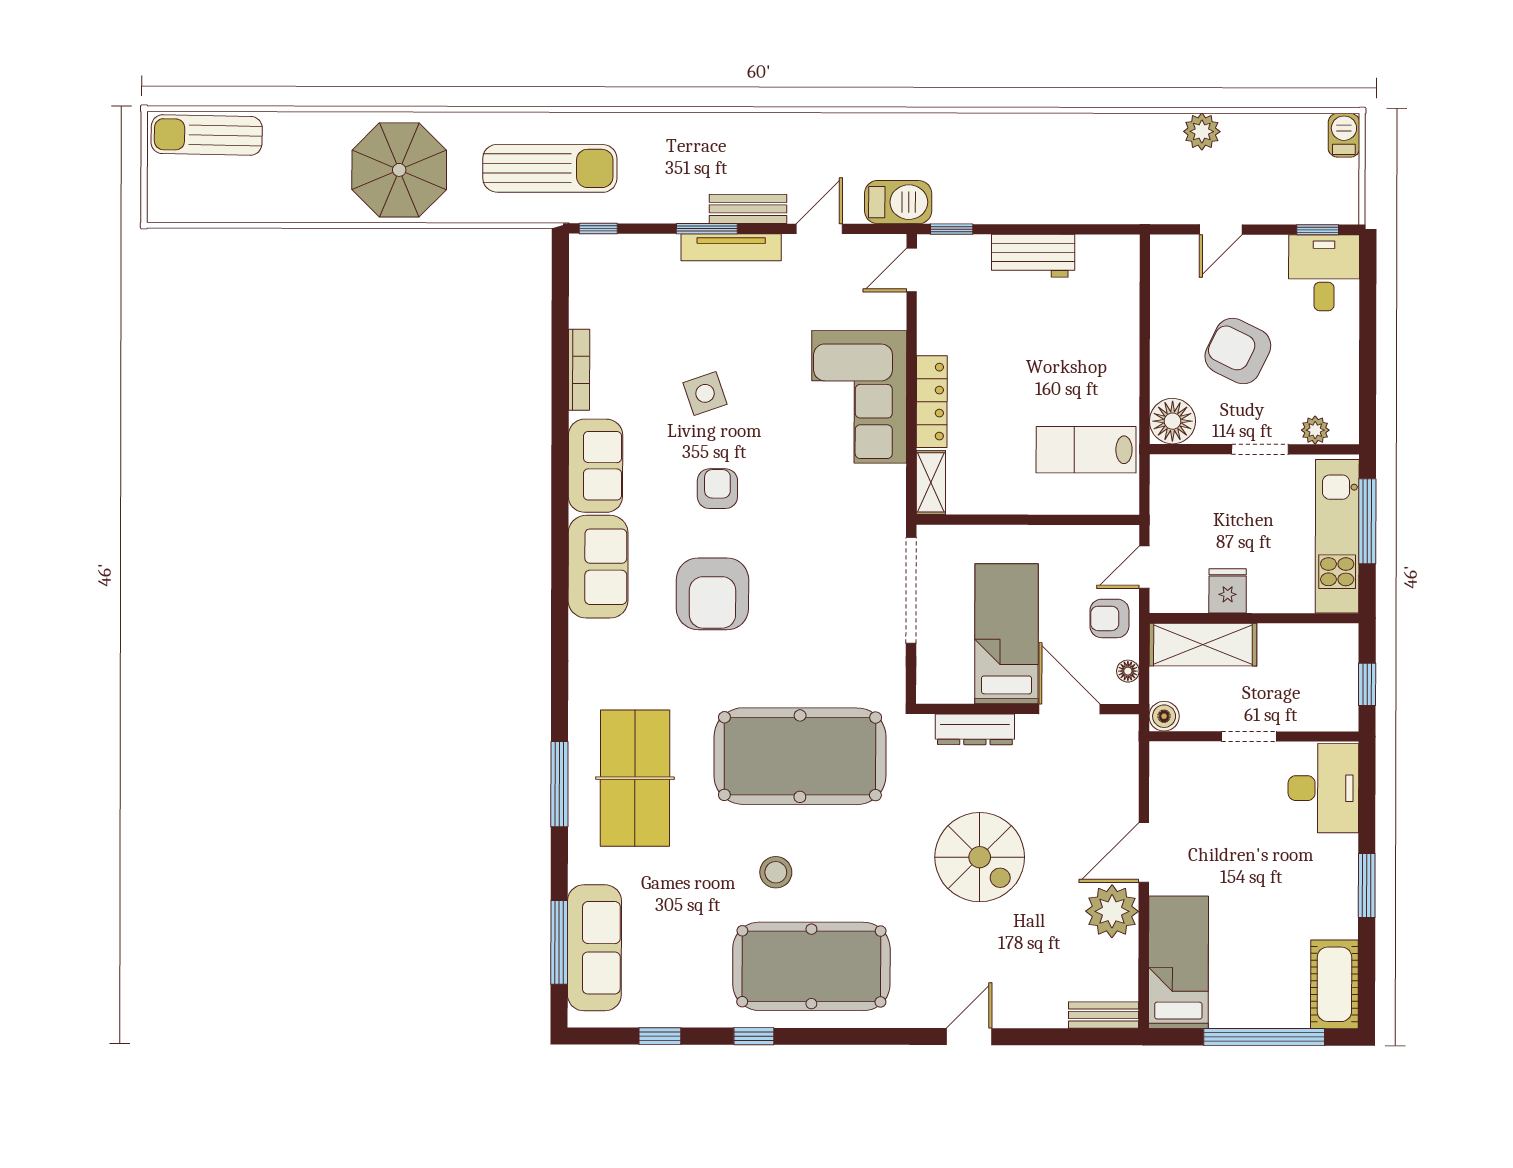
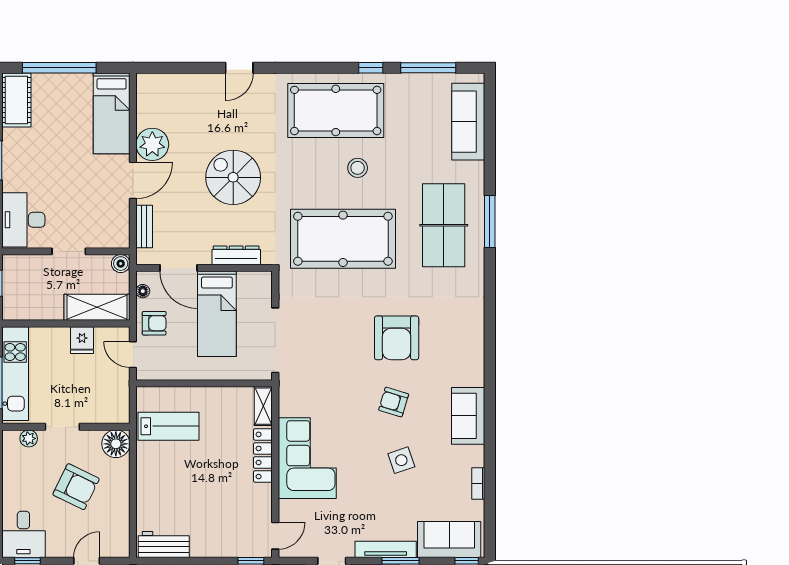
workbench: (1033, 256) -> (164, 545), moved
bookcase: (579, 370) -> (478, 483), width x0.64
armchair: (717, 489) -> (394, 402), turned 107
sofa: (598, 567) -> (449, 540), moved, turned 90
door: (1144, 567) -> (133, 355), swing flipped
armchair: (712, 594) -> (397, 338), turned 180
window: (559, 942) -> (490, 125), removed
bench: (1104, 1015) -> (144, 226), moved, turned 90
window: (660, 1036) -> (428, 68), width x2.17

